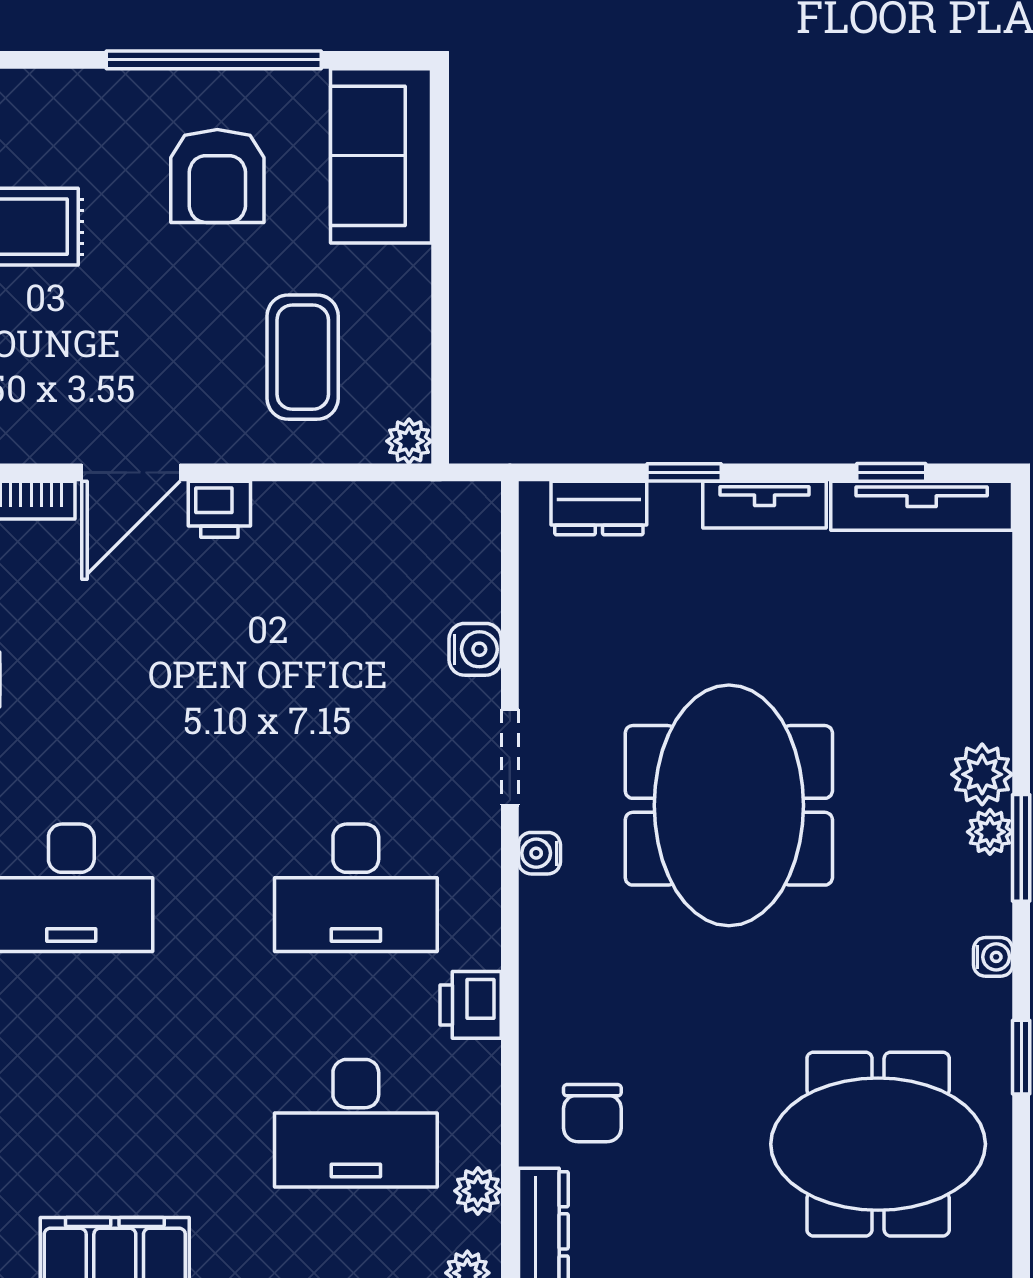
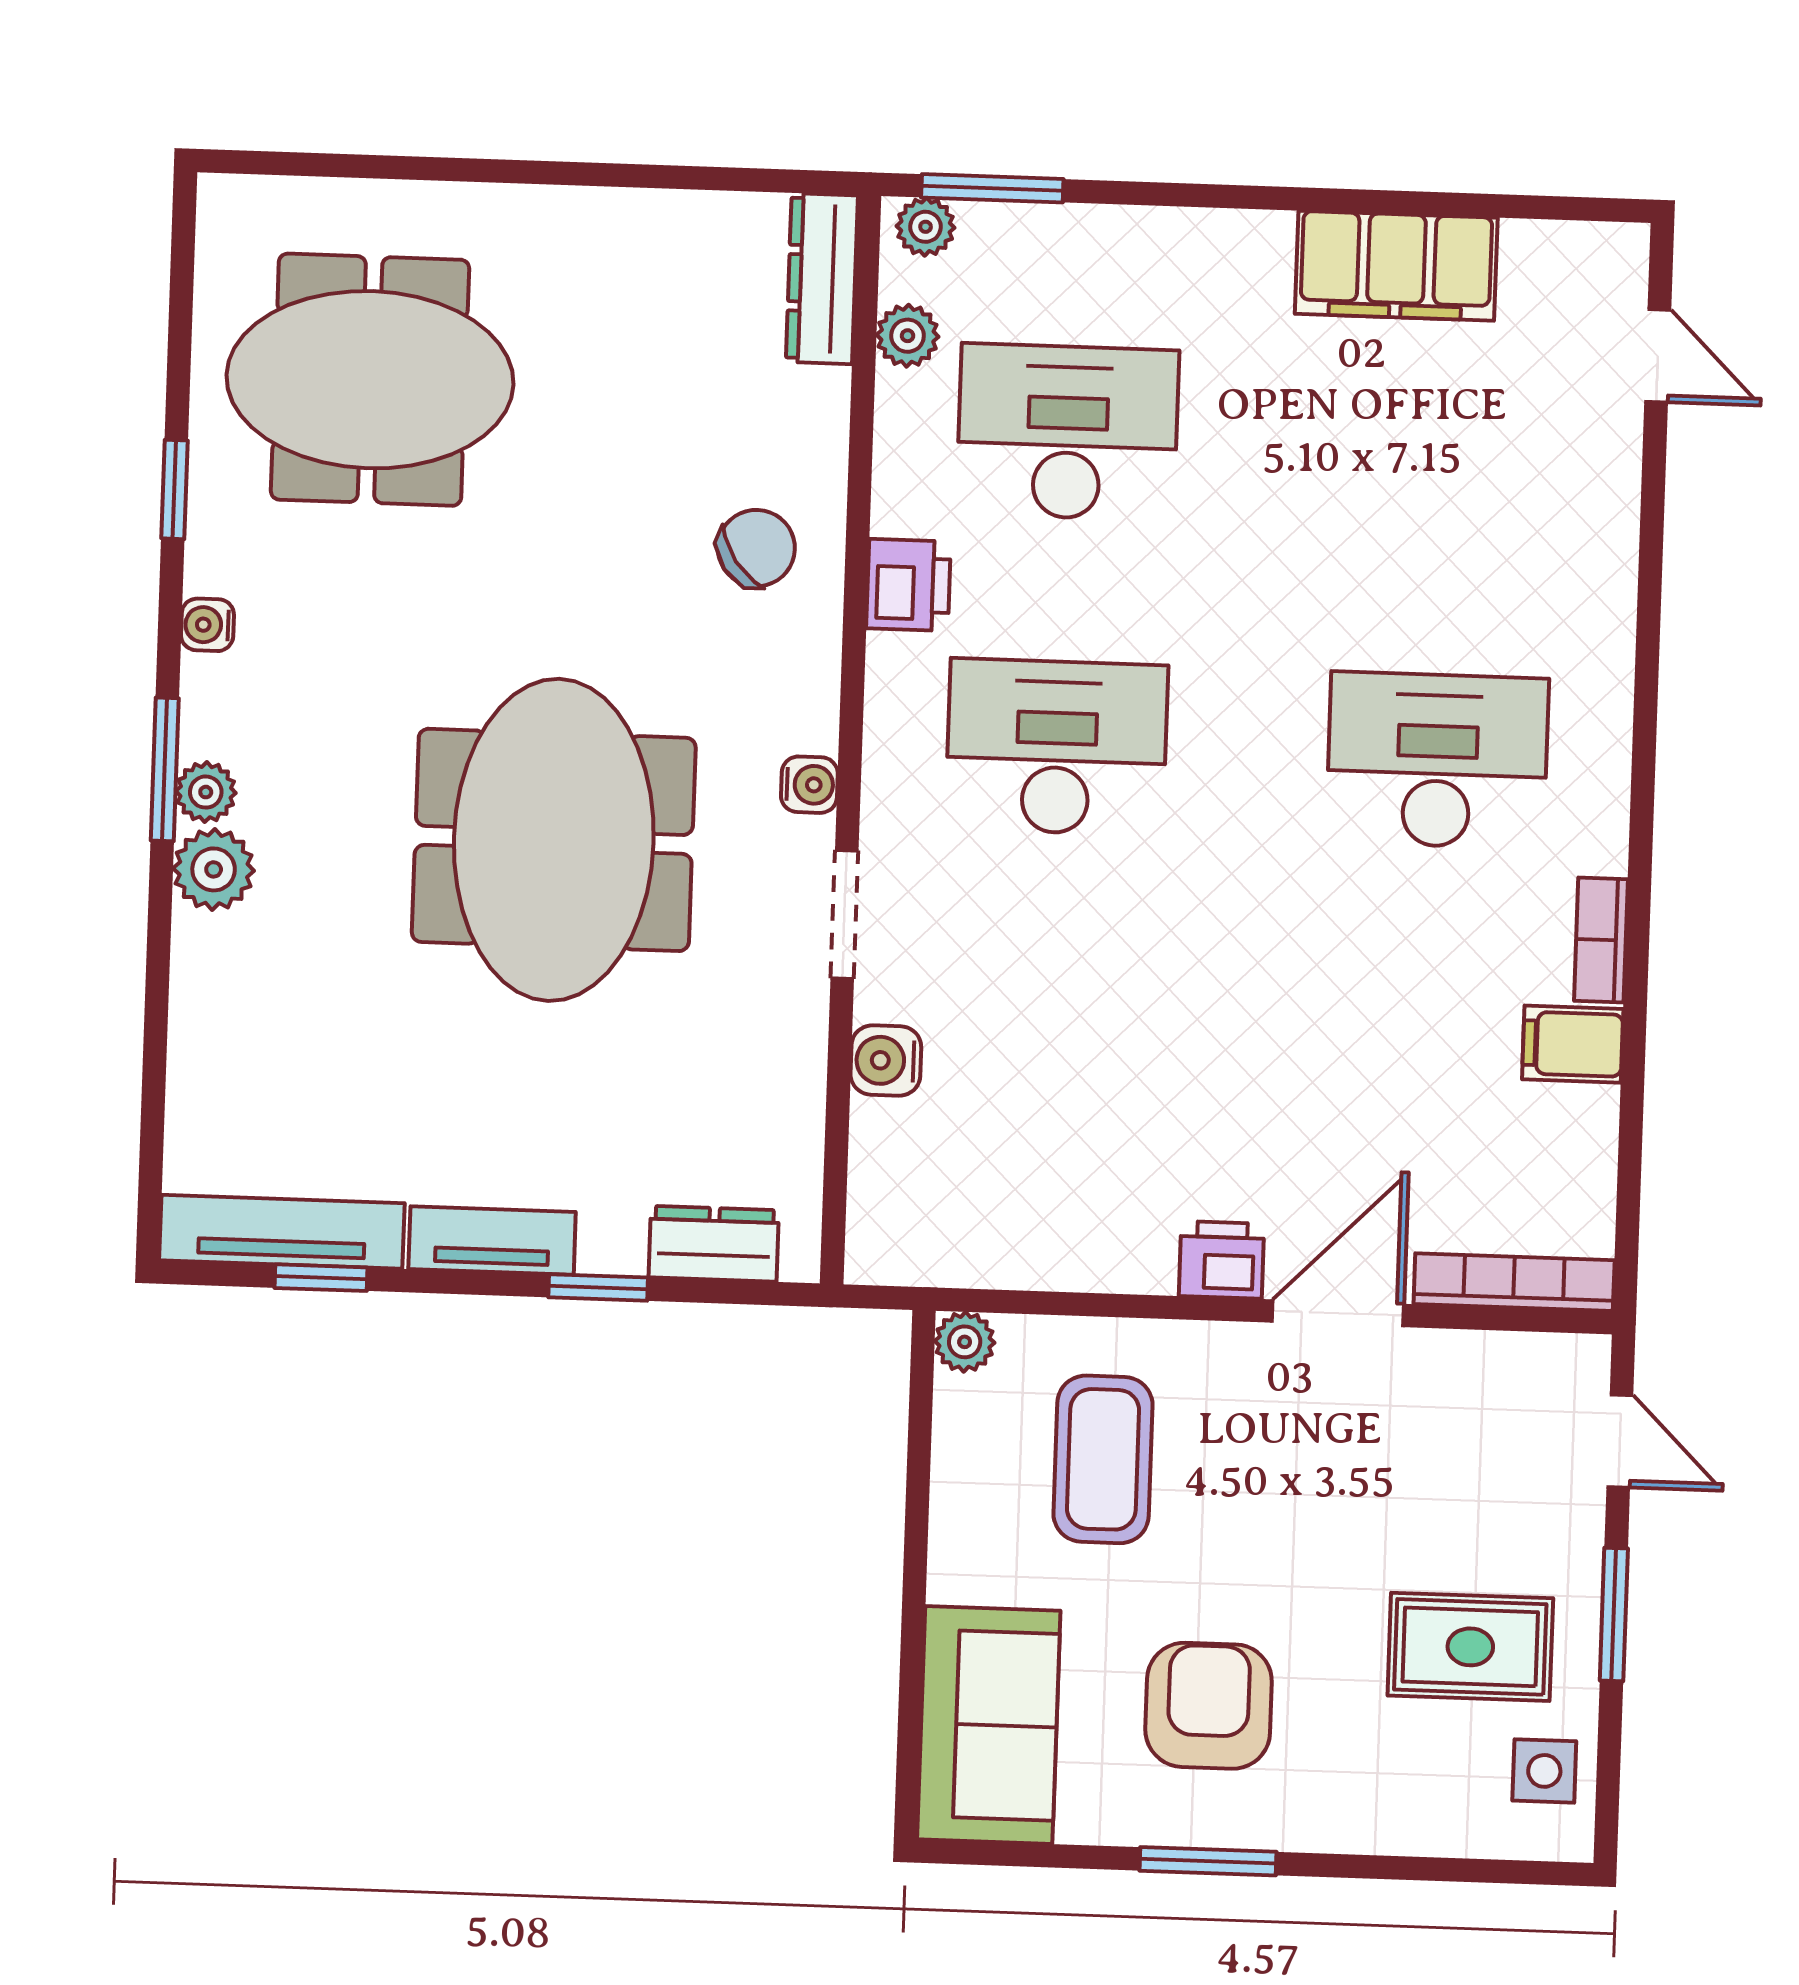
window: (214, 60) -> (1208, 1861), width x0.47
chair: (592, 1113) -> (756, 548), moved, turned 55

